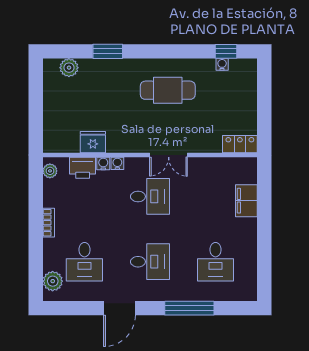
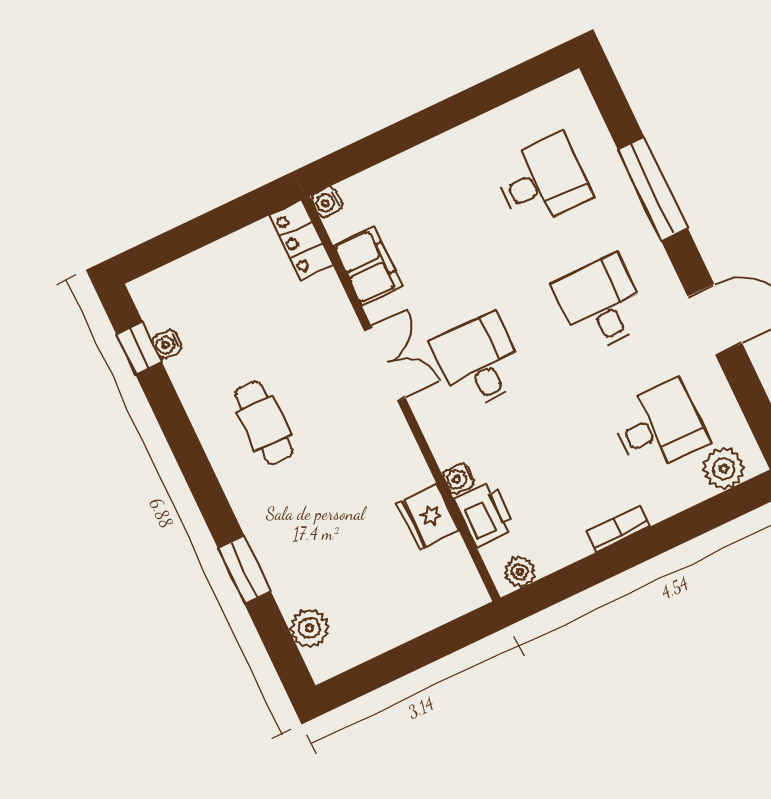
cafe table: (168, 90) -> (264, 423), width x0.73, depth x0.74
water cooler: (117, 163) -> (327, 202), moved
filing cabinet: (246, 201) -> (368, 266), moved, turned -90

